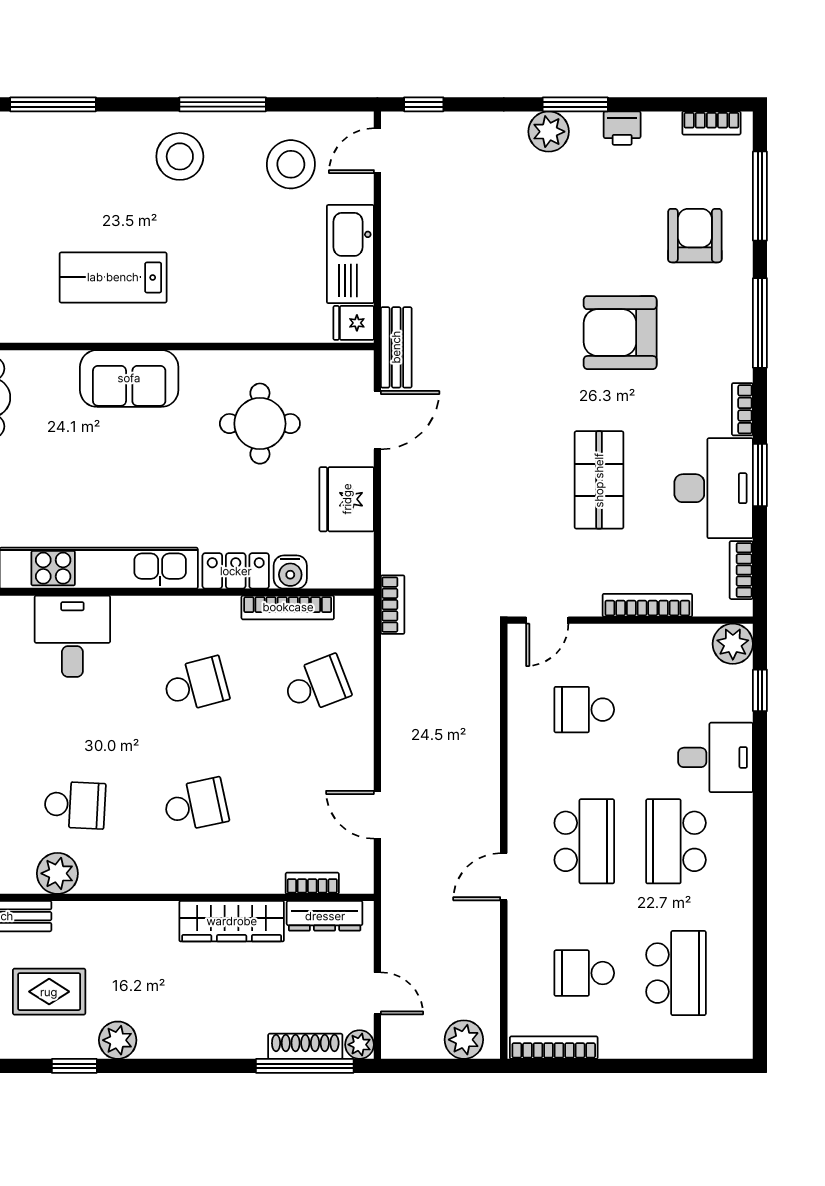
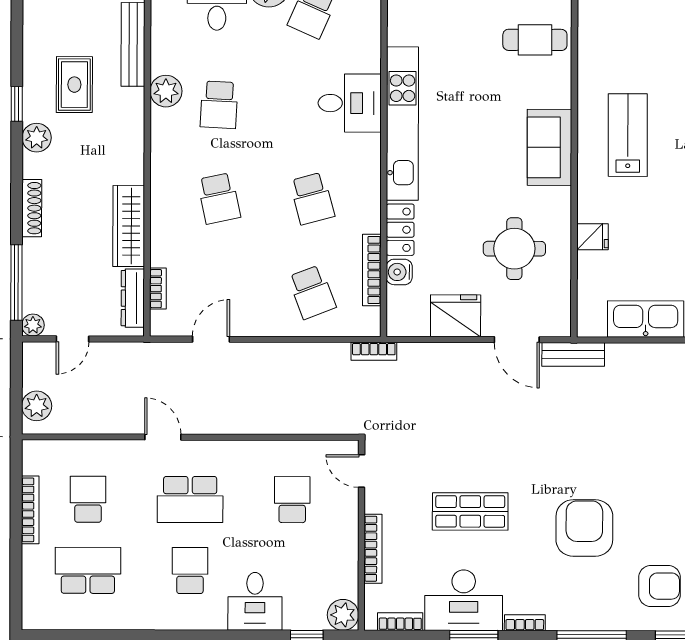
fridge: (354, 323) -> (593, 237), moved, turned 90
school desk: (676, 841) -> (190, 571), width x0.54
school desk: (676, 973) -> (88, 570), turned 180
shoe rack: (305, 1046) -> (32, 208), moved
bookcase: (554, 1048) -> (30, 510), moved

